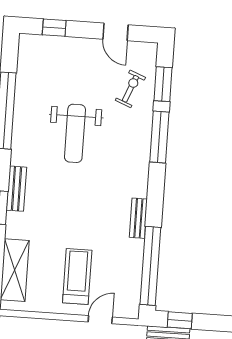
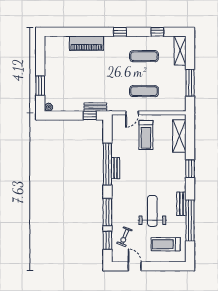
window: (54, 28) -> (167, 266), removed
treadmill: (55, 69) -> (166, 244), added
bench: (17, 189) -> (181, 204), moved
window: (150, 266) -> (107, 164), moved

